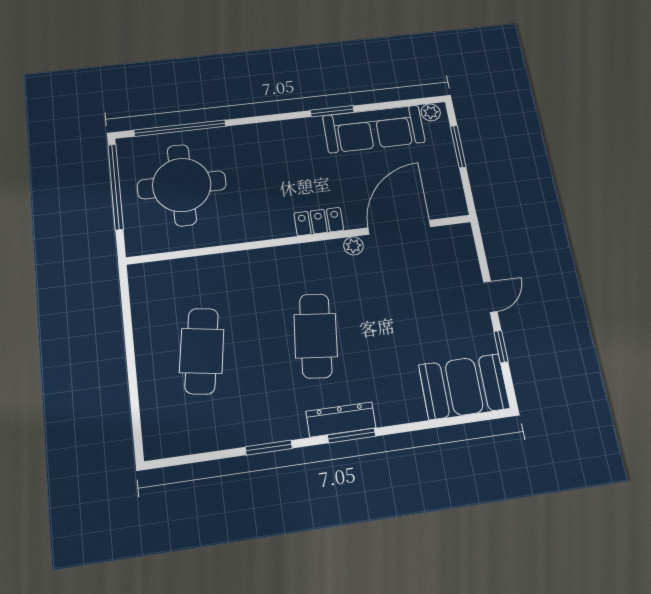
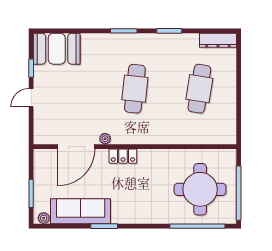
dresser: (341, 420) -> (218, 40), moved

